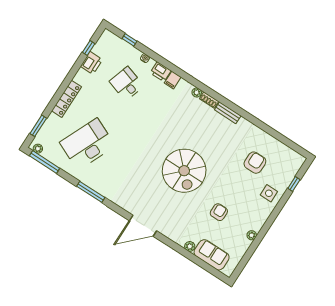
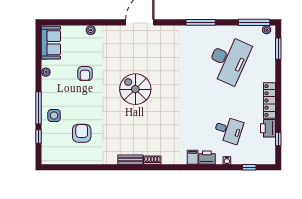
plant: (197, 92) -> (166, 160), removed
locker: (67, 99) -> (269, 101), moved
armchair: (255, 163) -> (82, 133), turned 180
spiral stairs: (184, 171) -> (135, 89), width x0.73, depth x0.73
window: (278, 209) -> (38, 108), added
sofa: (212, 255) -> (51, 43), moved, turned -90

